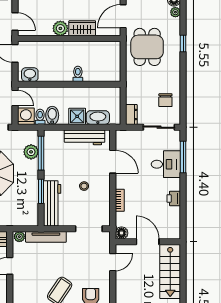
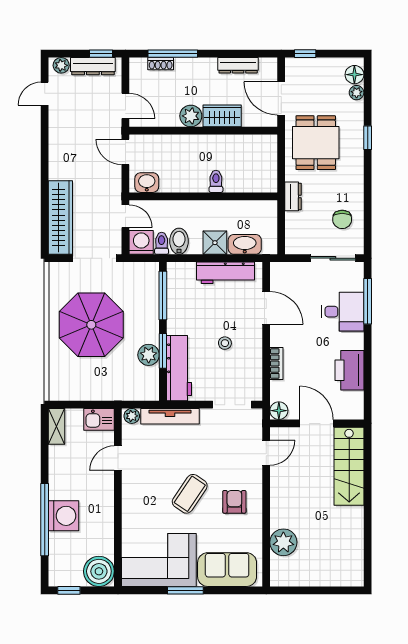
door: (123, 16) -> (281, 98), hinge flipped
dresser: (131, 114) -> (293, 196), moved
plant: (31, 152) -> (149, 355), moved
printer: (174, 198) -> (349, 370), width x1.87, depth x1.48

